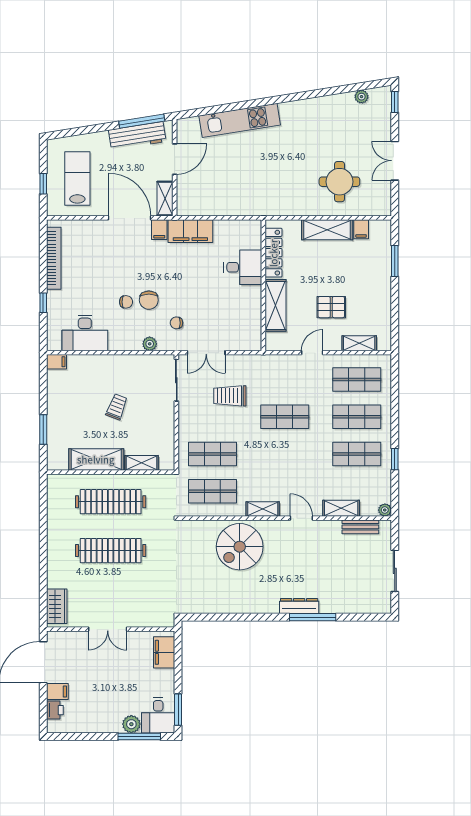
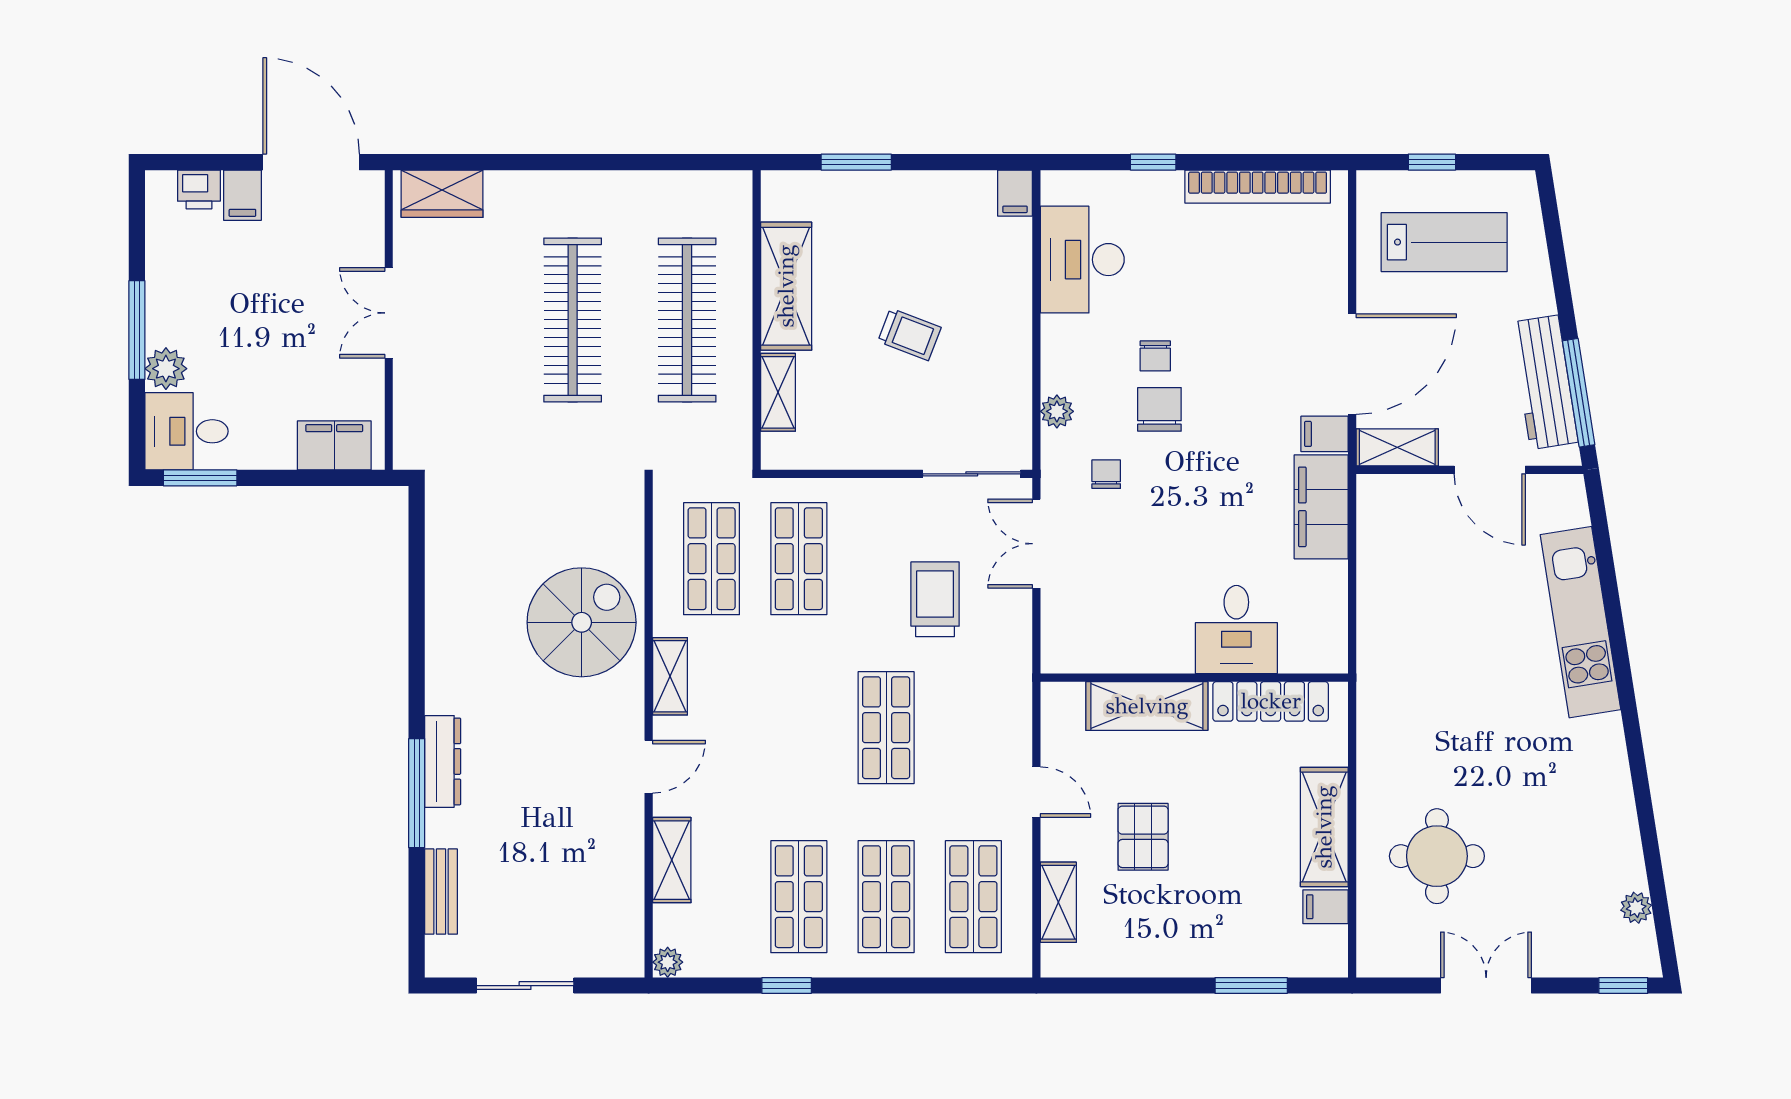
chair: (149, 300) -> (1159, 409), turned 90
bench: (360, 527) -> (441, 892), moved
spiral stairs: (240, 547) -> (582, 622), turned 90
window: (139, 737) -> (137, 330), moved

